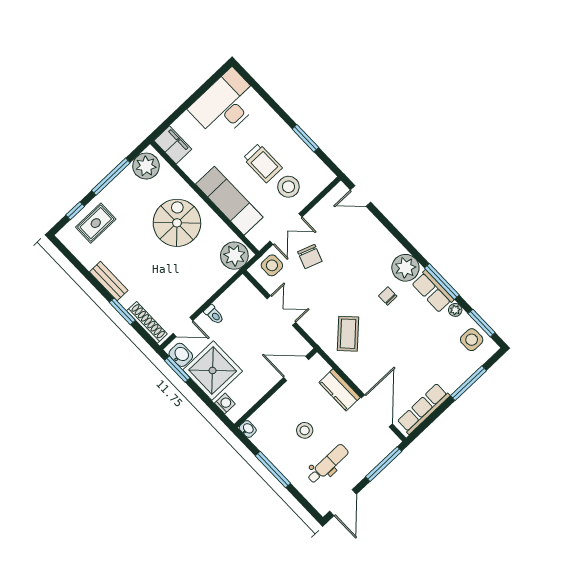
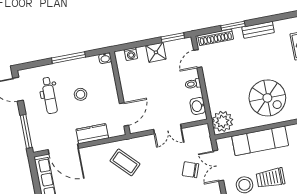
side table: (272, 265) -> (201, 142), removed
washbasin: (181, 355) -> (198, 106), moved, turned 90
shower: (213, 370) -> (156, 52), width x0.54, depth x0.54

